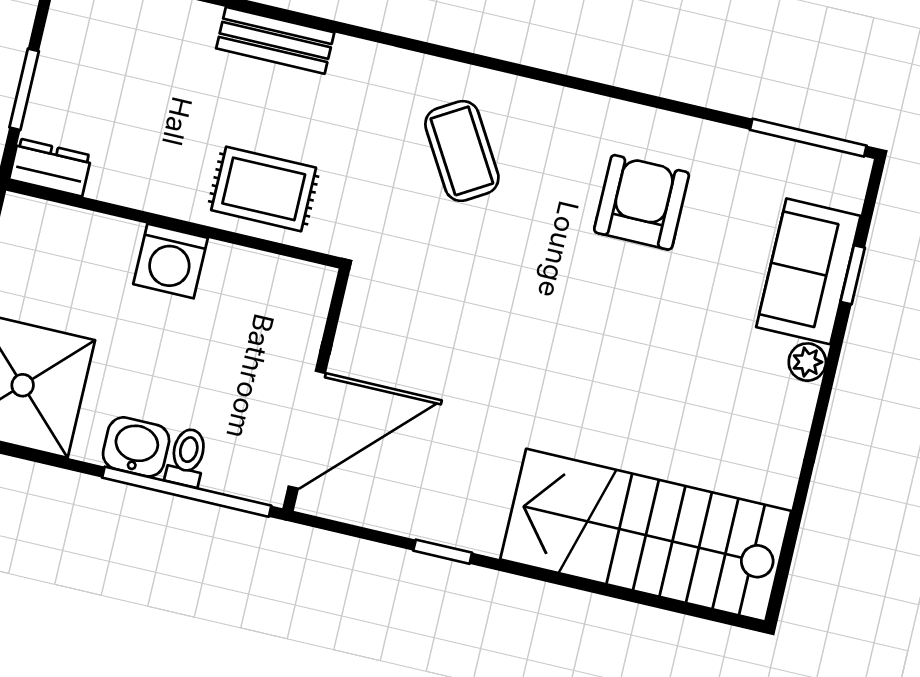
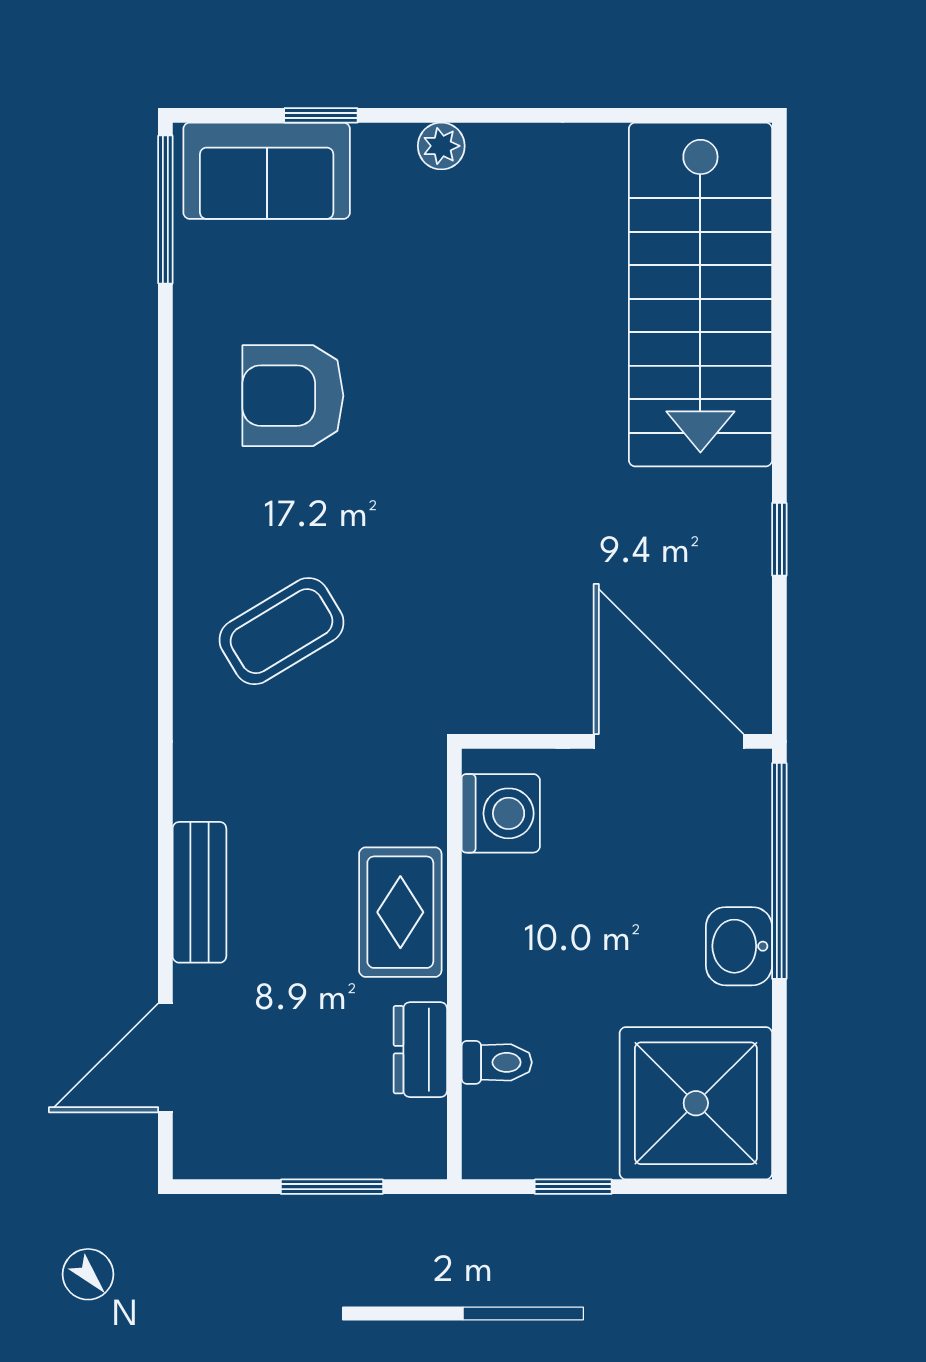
dresser: (50, 167) -> (420, 1050), moved
rug: (264, 189) -> (400, 912), moved
washing machine: (171, 261) -> (501, 813), moved
sofa: (808, 271) -> (267, 171), moved
toilet: (187, 457) -> (497, 1062), moved, turned 180

